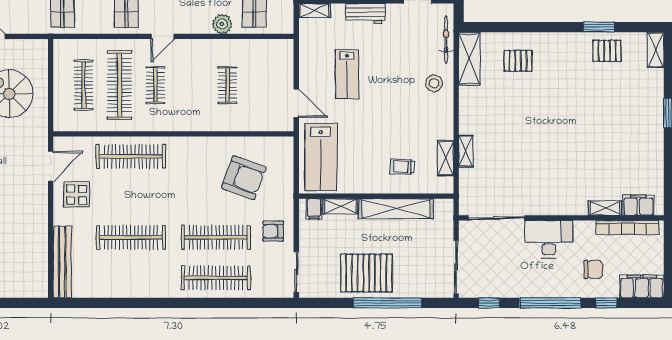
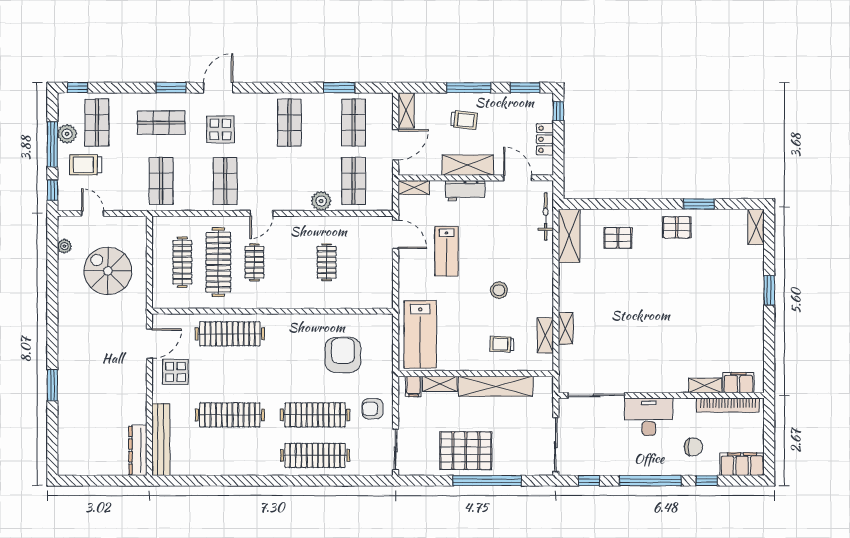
pallet: (607, 51) -> (677, 227), moved
stool: (434, 83) -> (499, 290), moved
door: (296, 103) -> (396, 234), moved
armchair: (244, 178) -> (343, 355), turned -110
dresser: (39, 273) -> (138, 450), added

